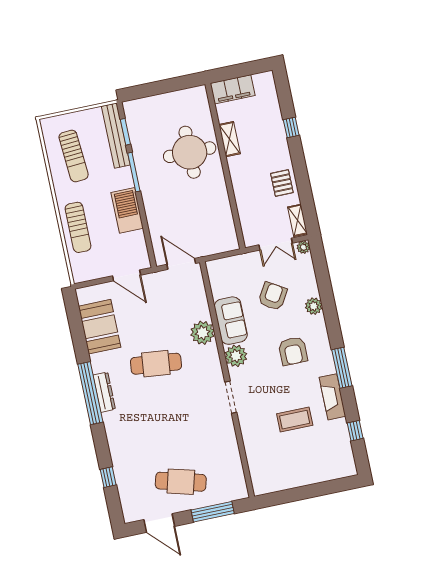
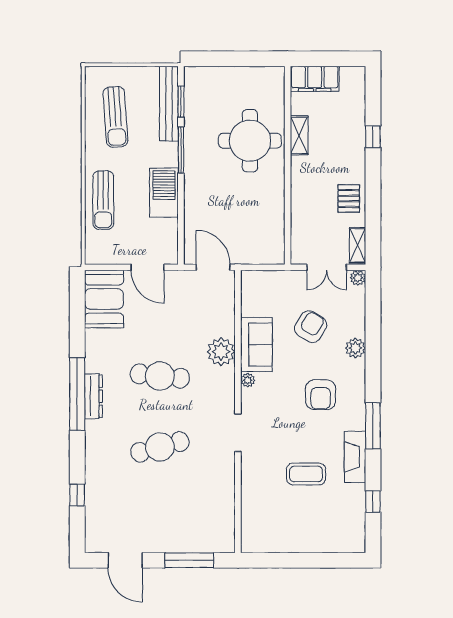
booth: (100, 327) -> (104, 299), moved
plant: (236, 356) -> (248, 380), width x0.53, depth x0.53
cafe table: (181, 482) -> (160, 447), moved, turned -30

